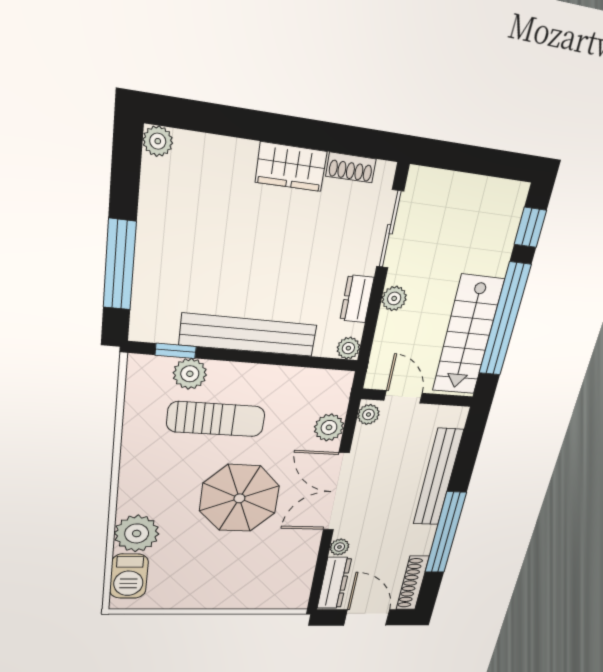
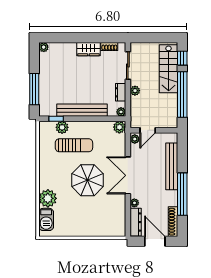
stairs: (468, 336) -> (169, 69), moved
door: (403, 397) -> (148, 130), swing flipped
plant: (329, 427) -> (119, 127), moved

